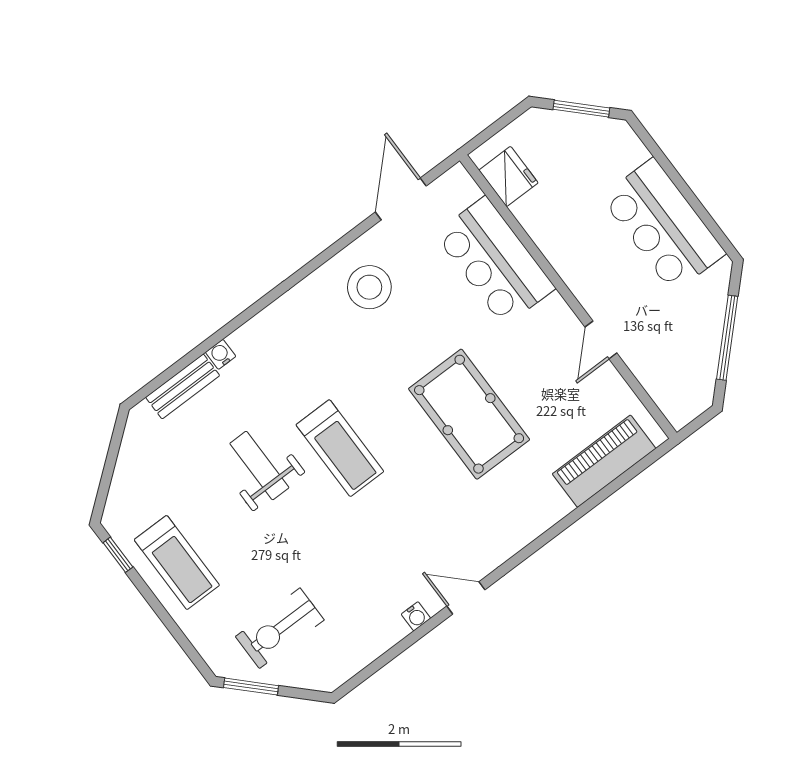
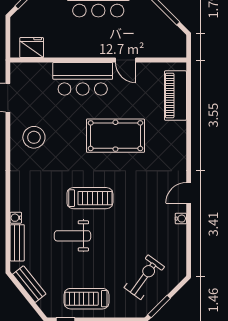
bar counter: (495, 261) -> (83, 79), moved
bench: (132, 455) -> (29, 284), added
treadmill: (177, 563) -> (86, 299), turned 180
exercise bike: (280, 628) -> (144, 277), turned -144

